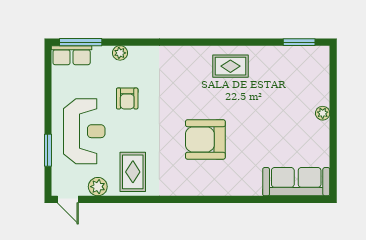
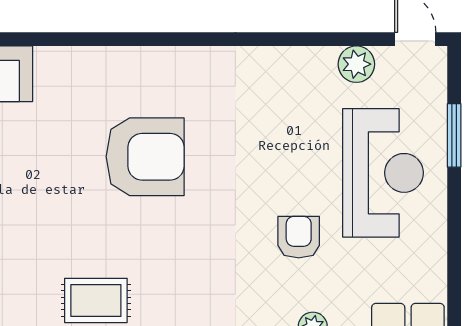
reception desk: (84, 131) -> (383, 173), turned 180
rug: (133, 172) -> (288, 93), removed

